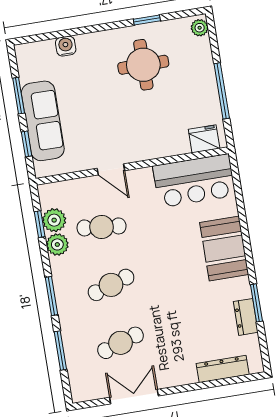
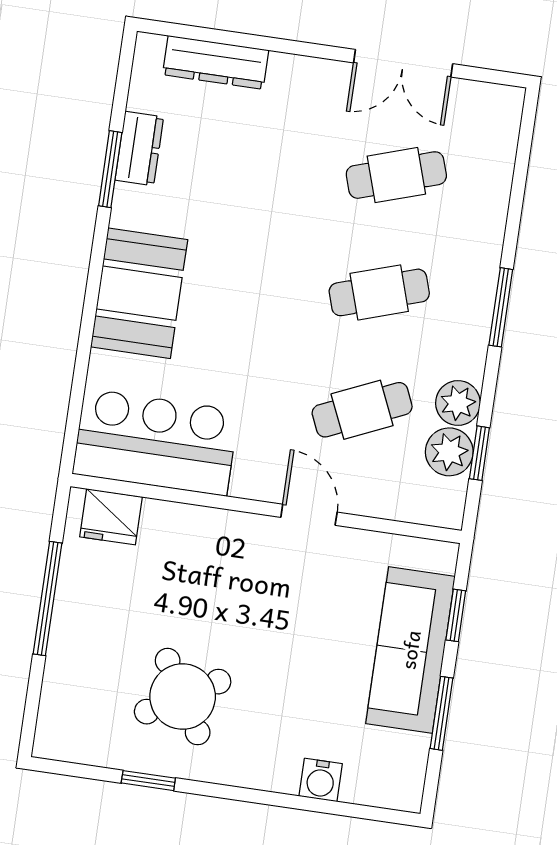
plant: (200, 28) -> (52, 733), removed
round table: (143, 65) -> (183, 697), turned -31
cafe table: (102, 227) -> (362, 410), turned -30
window: (60, 351) -> (517, 197), removed

